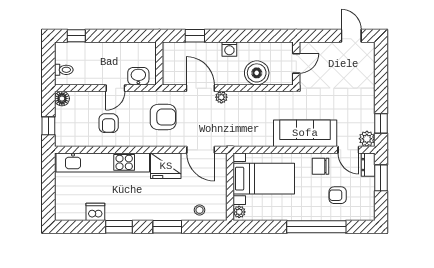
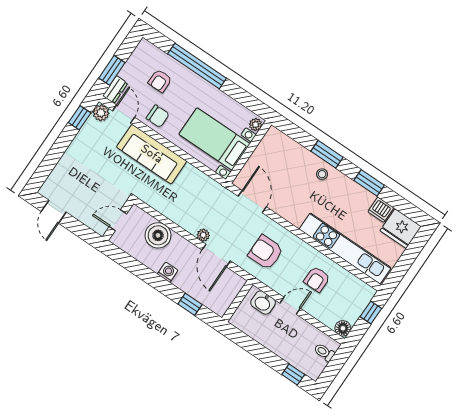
armchair: (109, 123) -> (317, 279), turned 180
fridge: (166, 166) -> (401, 229), moved, turned 180
armchair: (338, 195) -> (160, 81), turned 90
stool: (200, 210) -> (322, 174), moved

